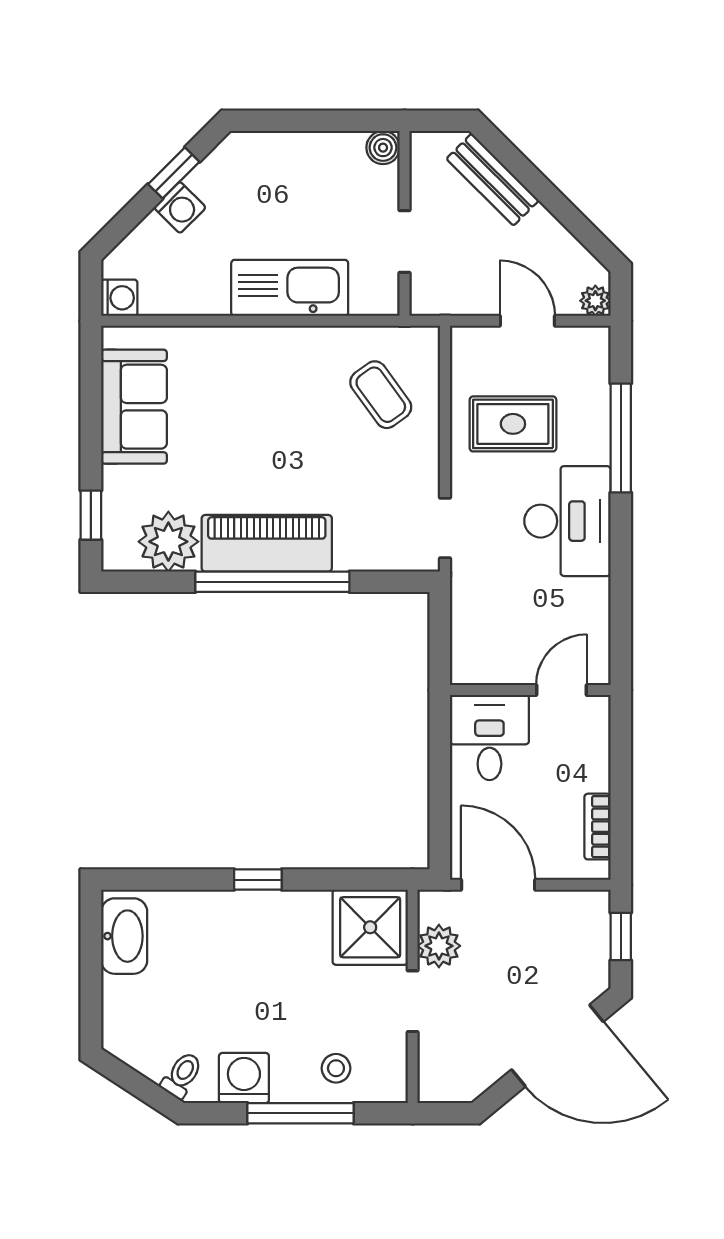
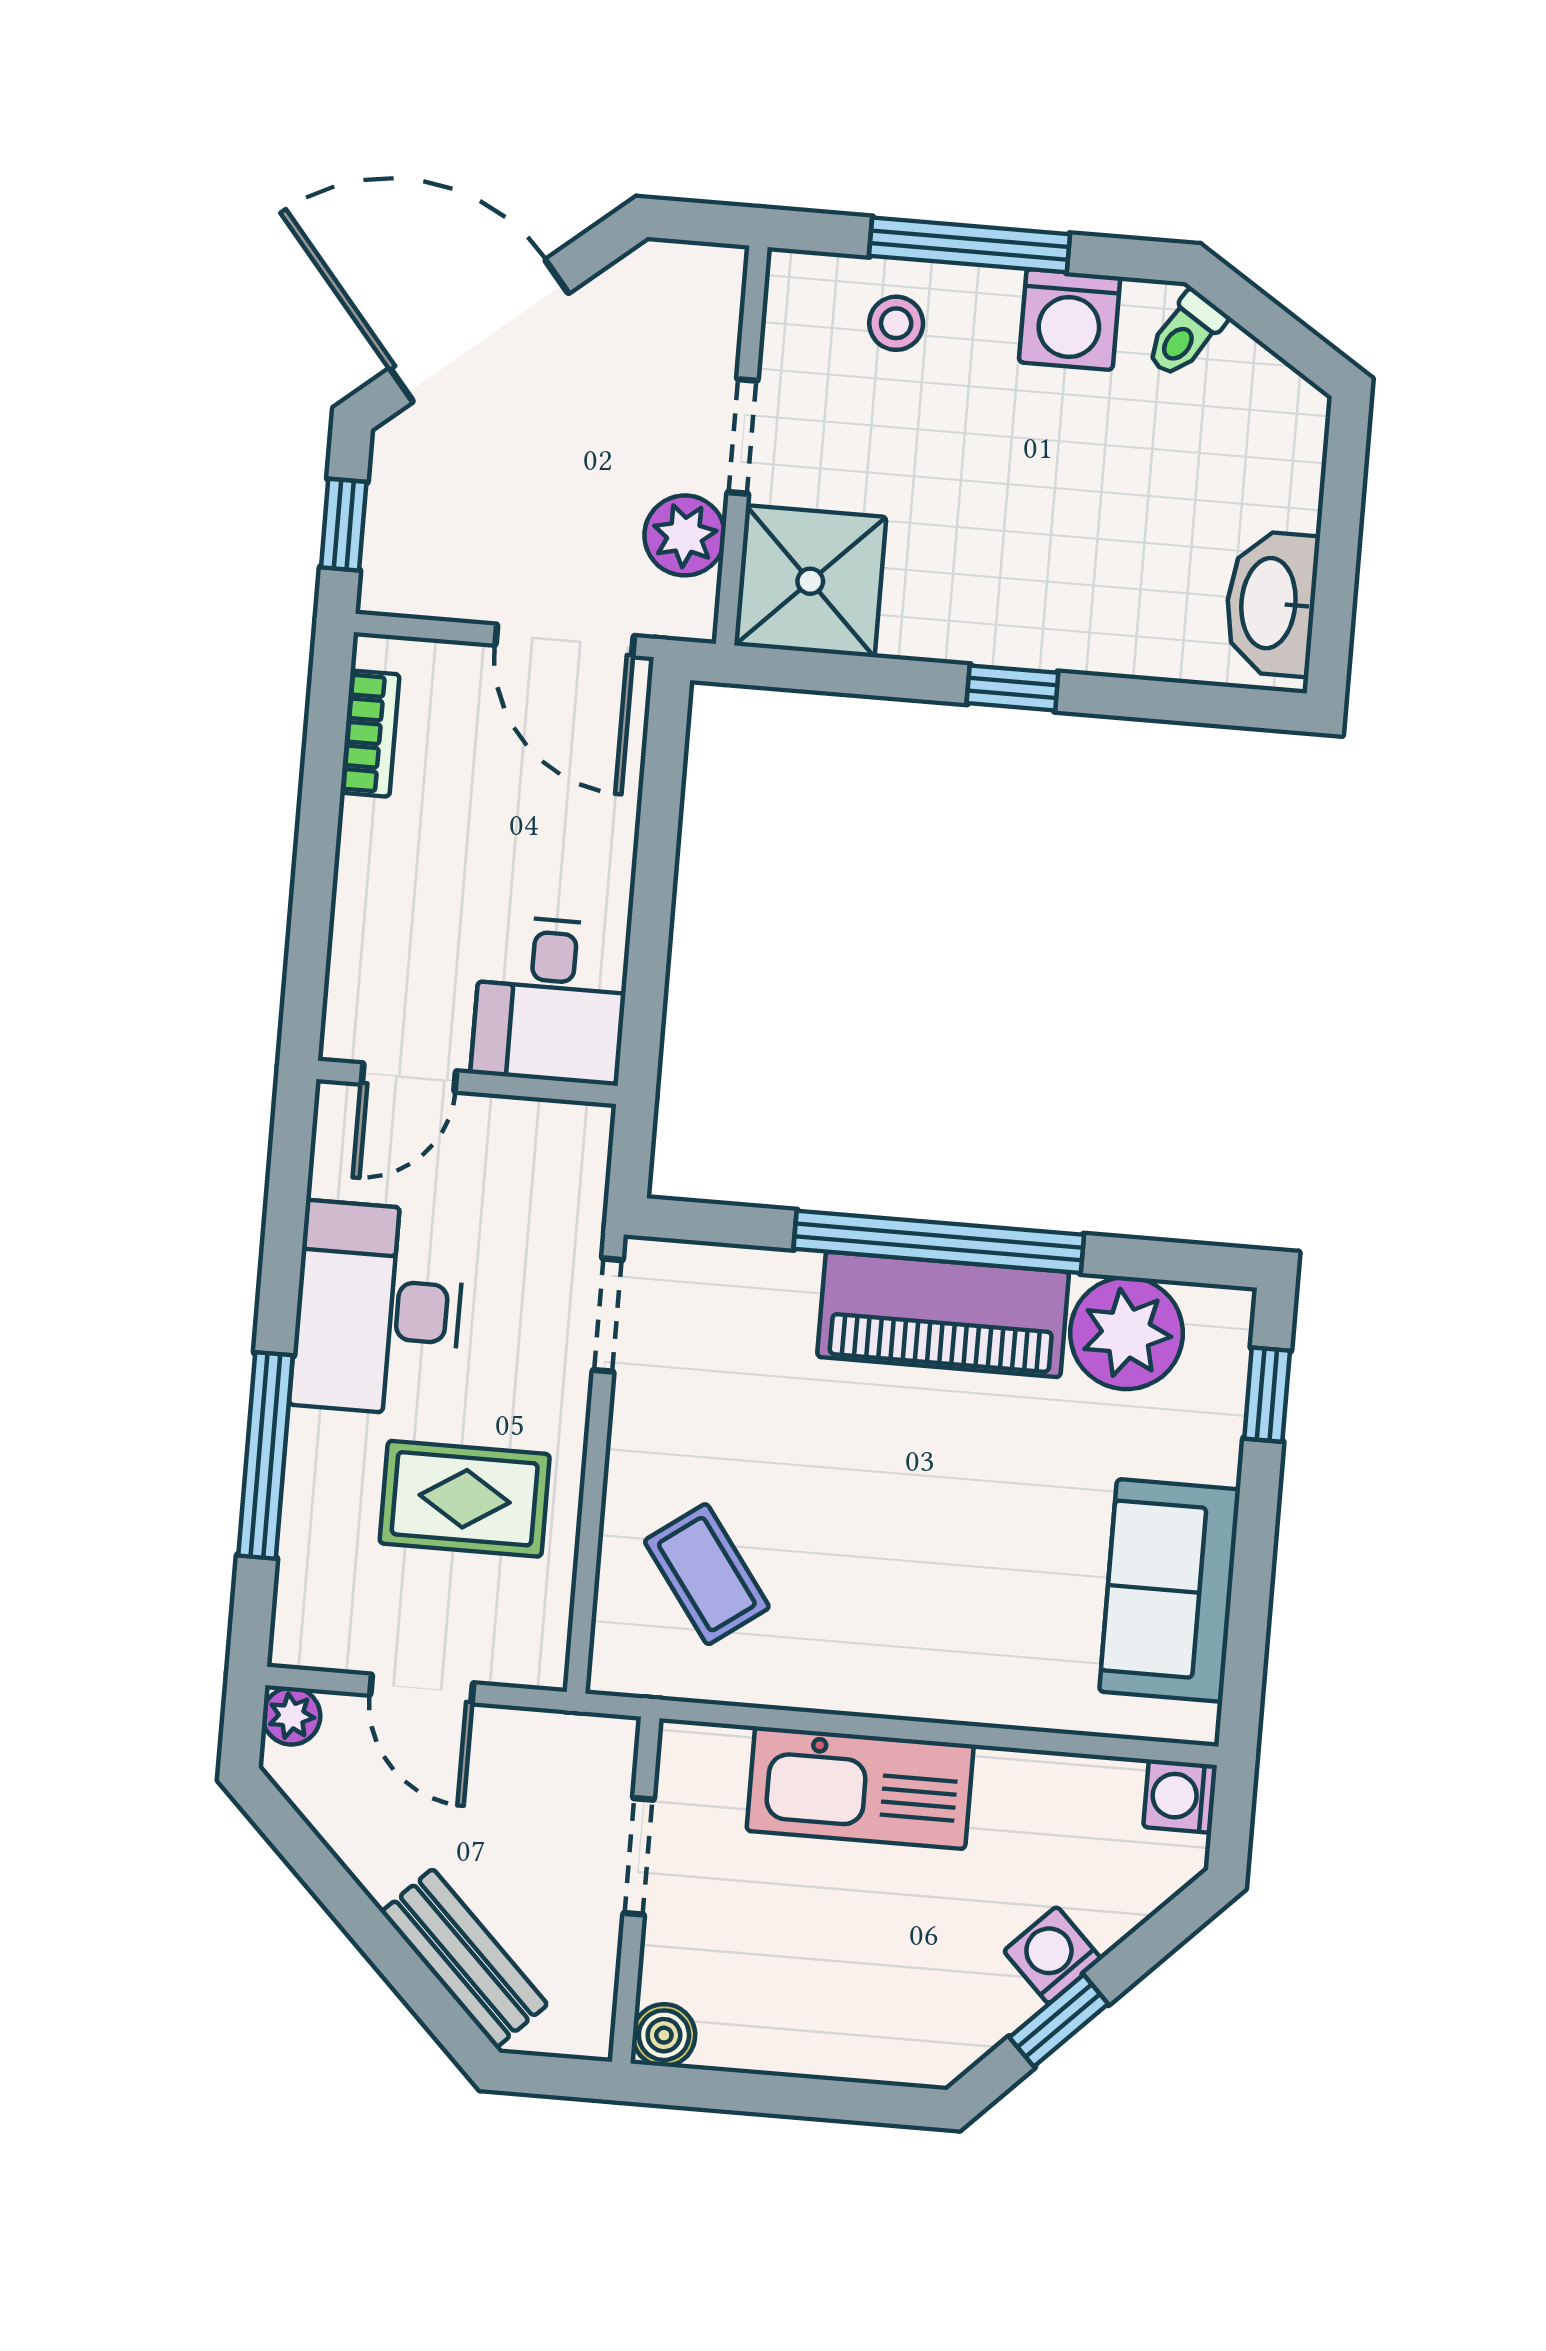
wall: (530, 690) -> (467, 1082), moved
door: (561, 690) -> (409, 1078), moved
desk: (489, 738) -> (551, 1000), moved

